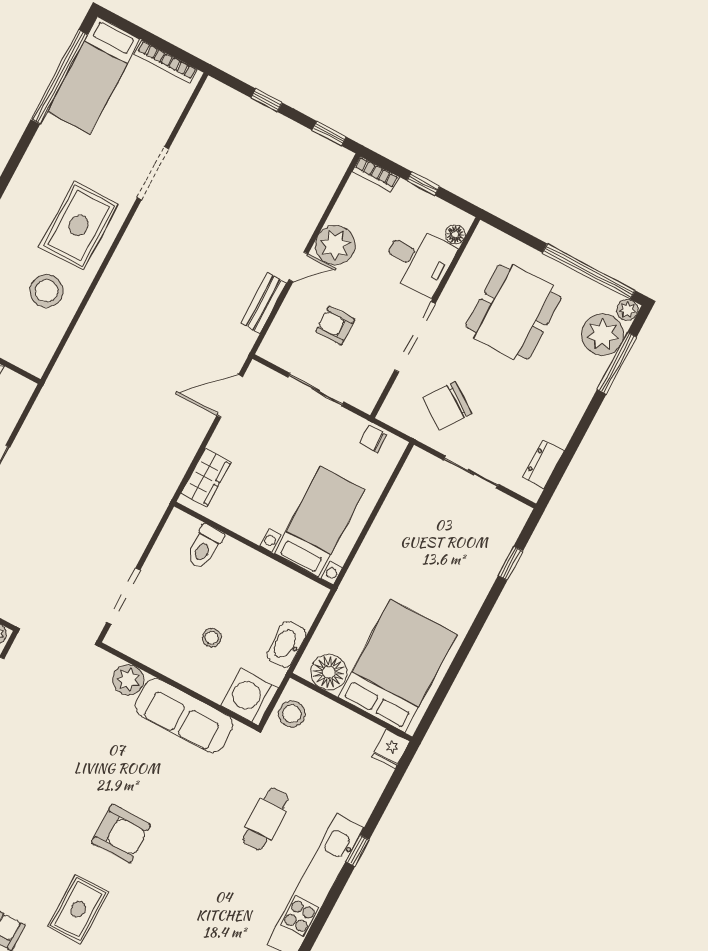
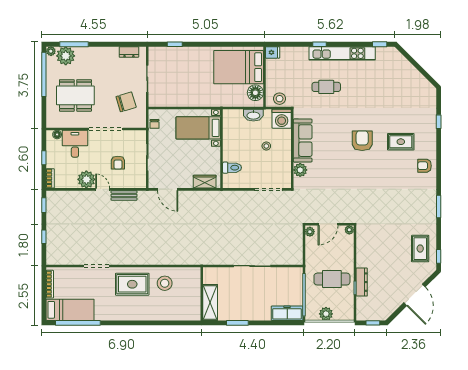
chair: (447, 406) -> (126, 102), turned -52

